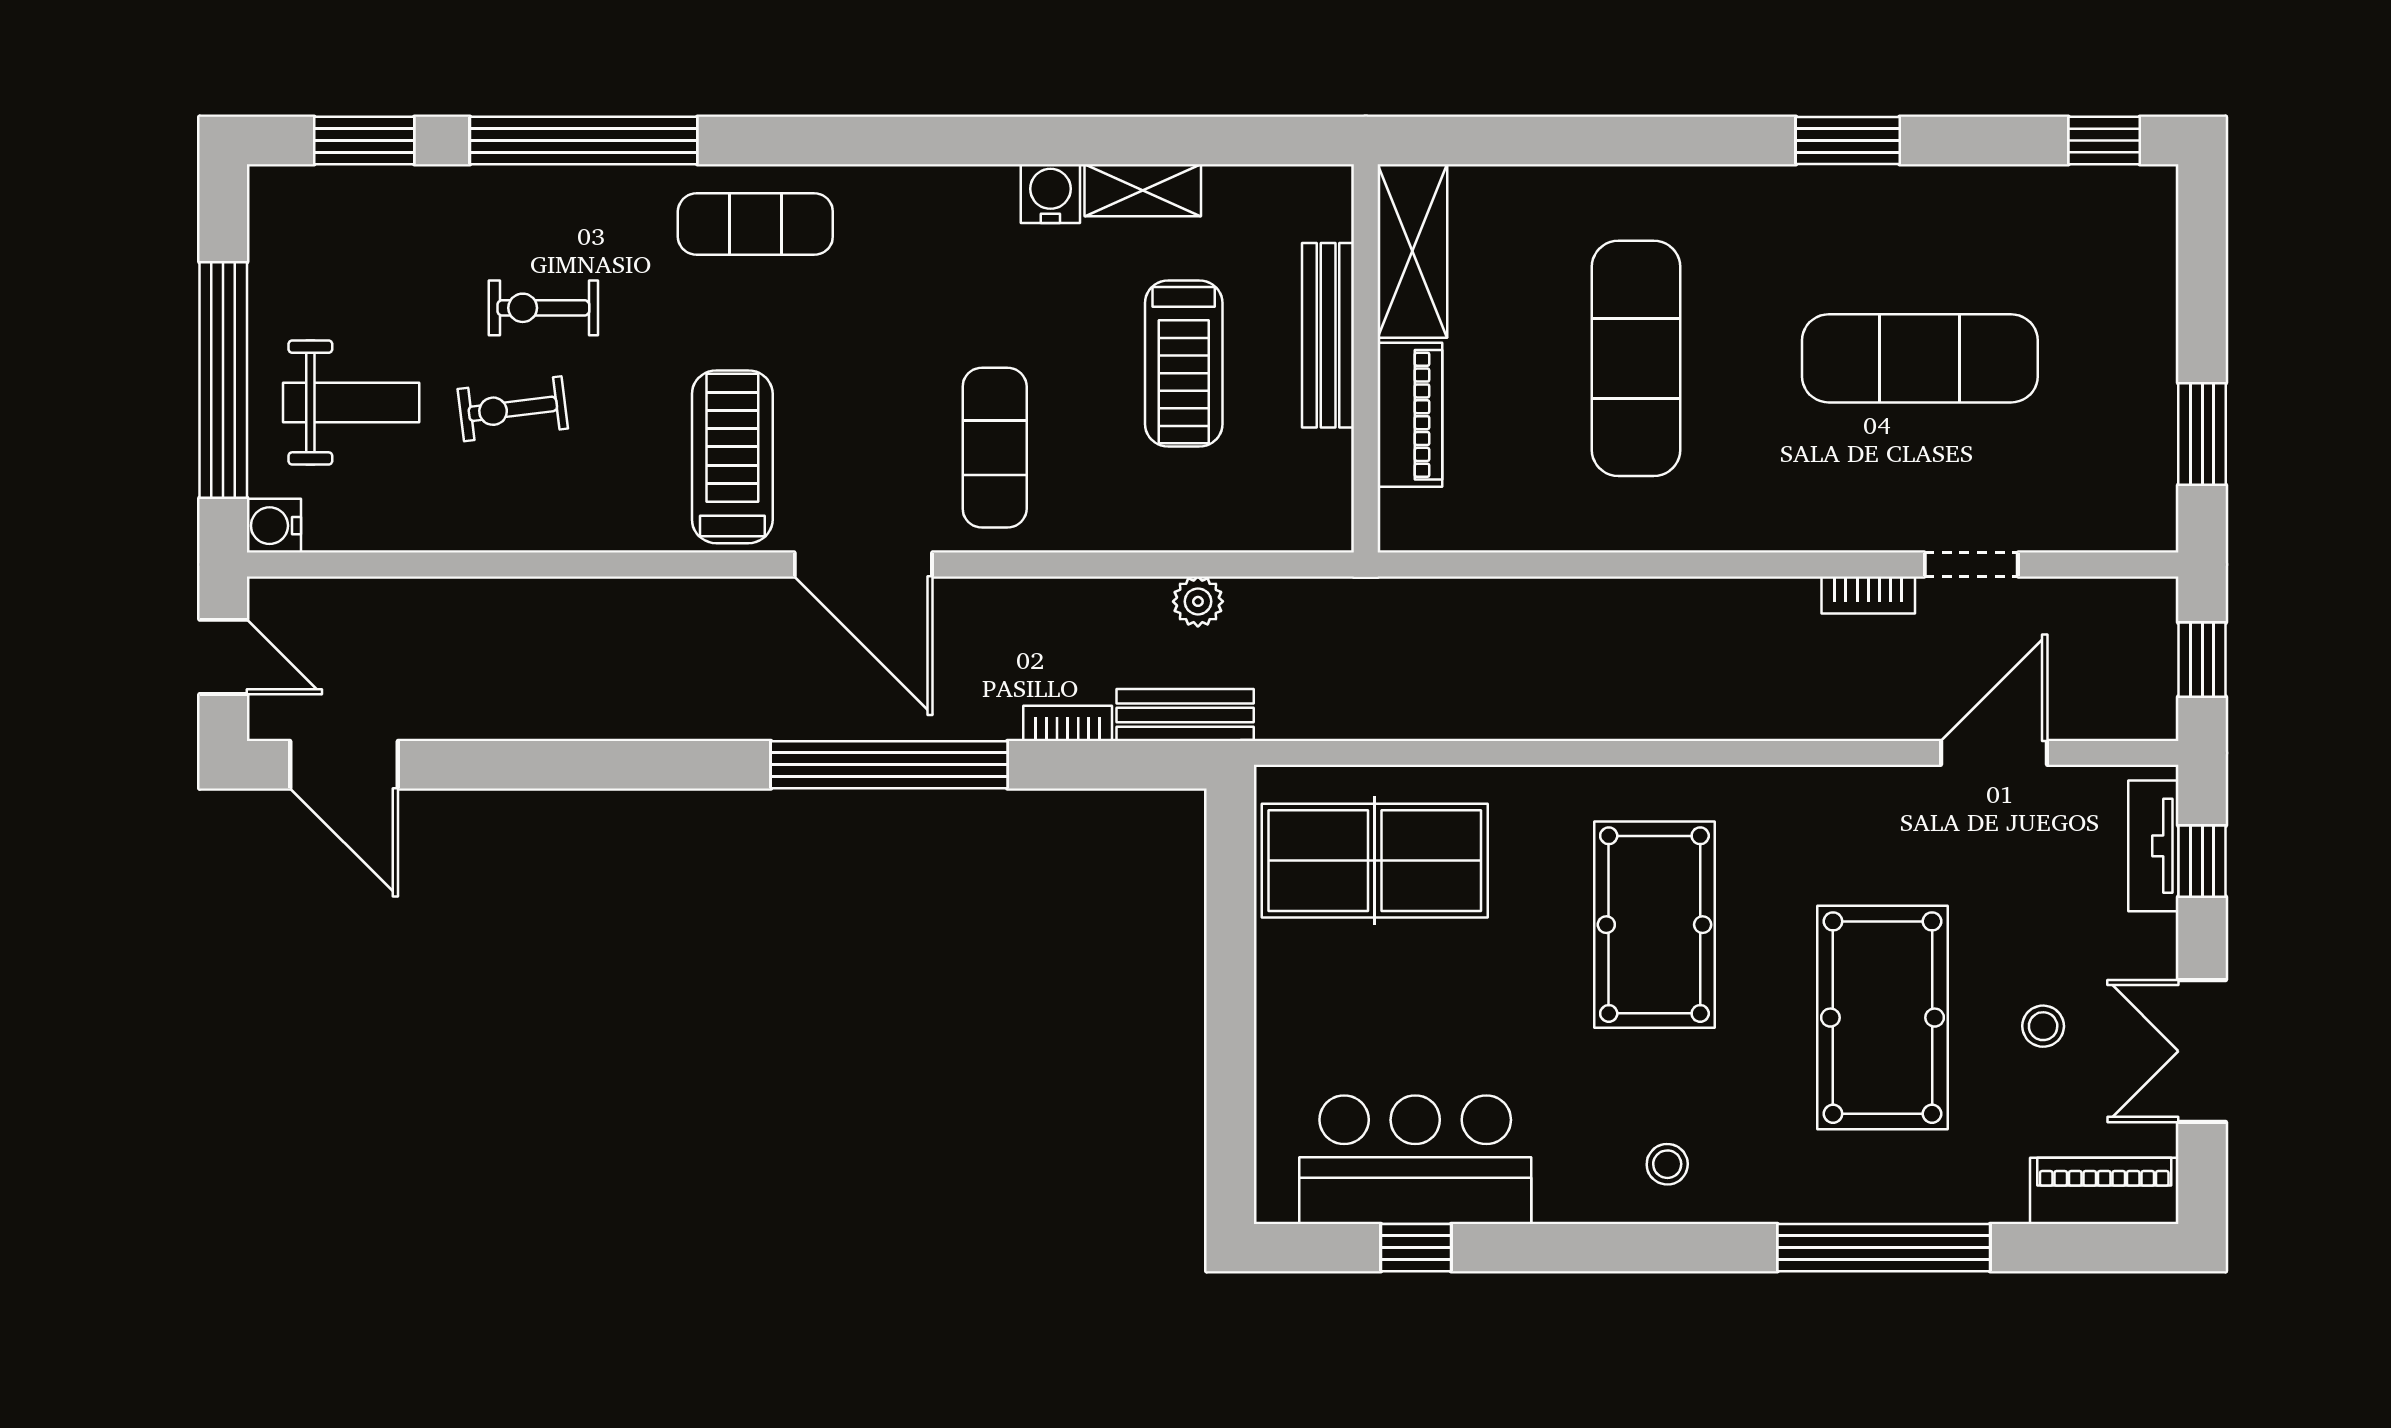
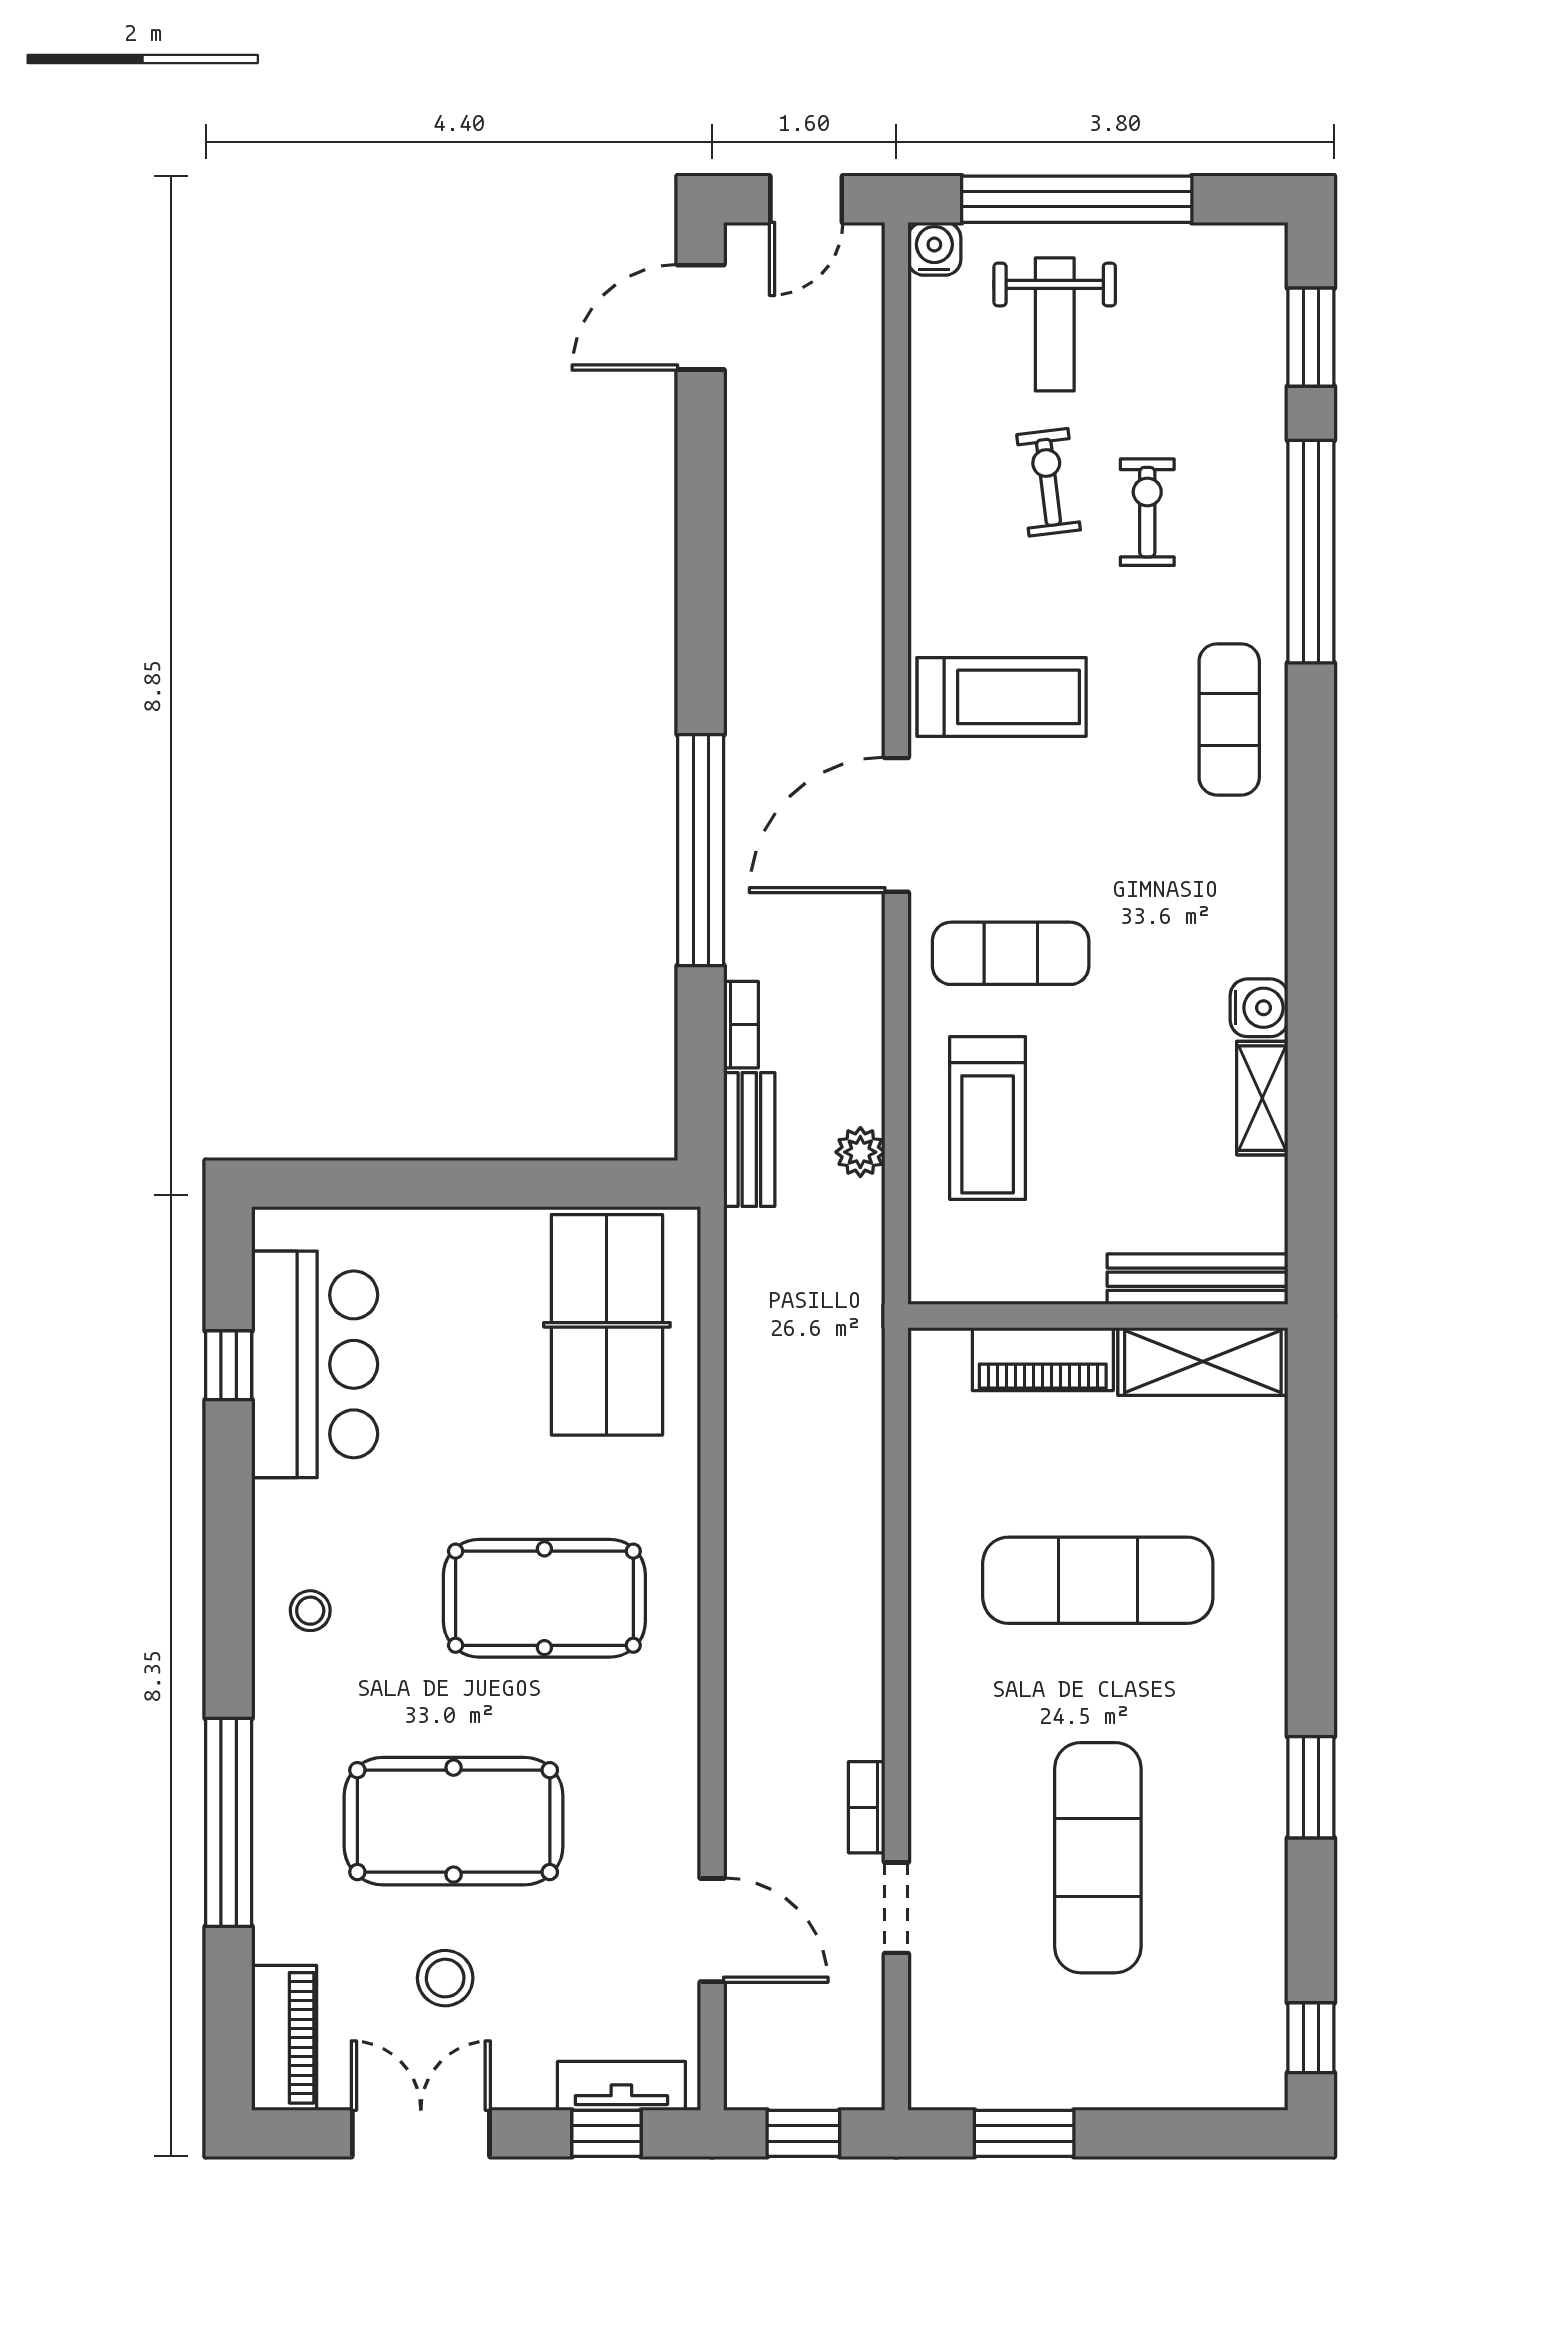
bench: (1328, 335) -> (1197, 1279), moved
treadmill: (1184, 364) -> (988, 1118), moved, turned -90
stool: (2043, 1026) -> (445, 1978), width x1.37, depth x1.37

